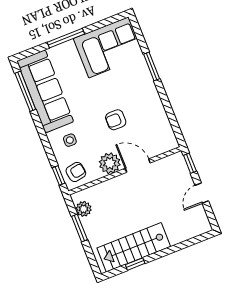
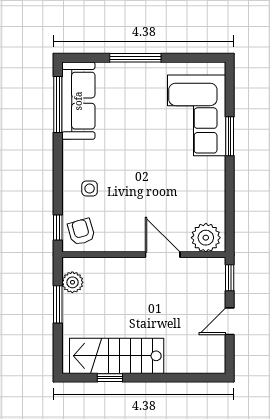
corner sofa: (109, 47) -> (197, 115), moved, turned 90
sofa: (45, 91) -> (78, 101), width x0.74, depth x0.79
armchair: (116, 120) -> (158, 186), removed
plant: (110, 163) -> (206, 238), moved
armchair: (76, 172) -> (81, 232), turned -96

